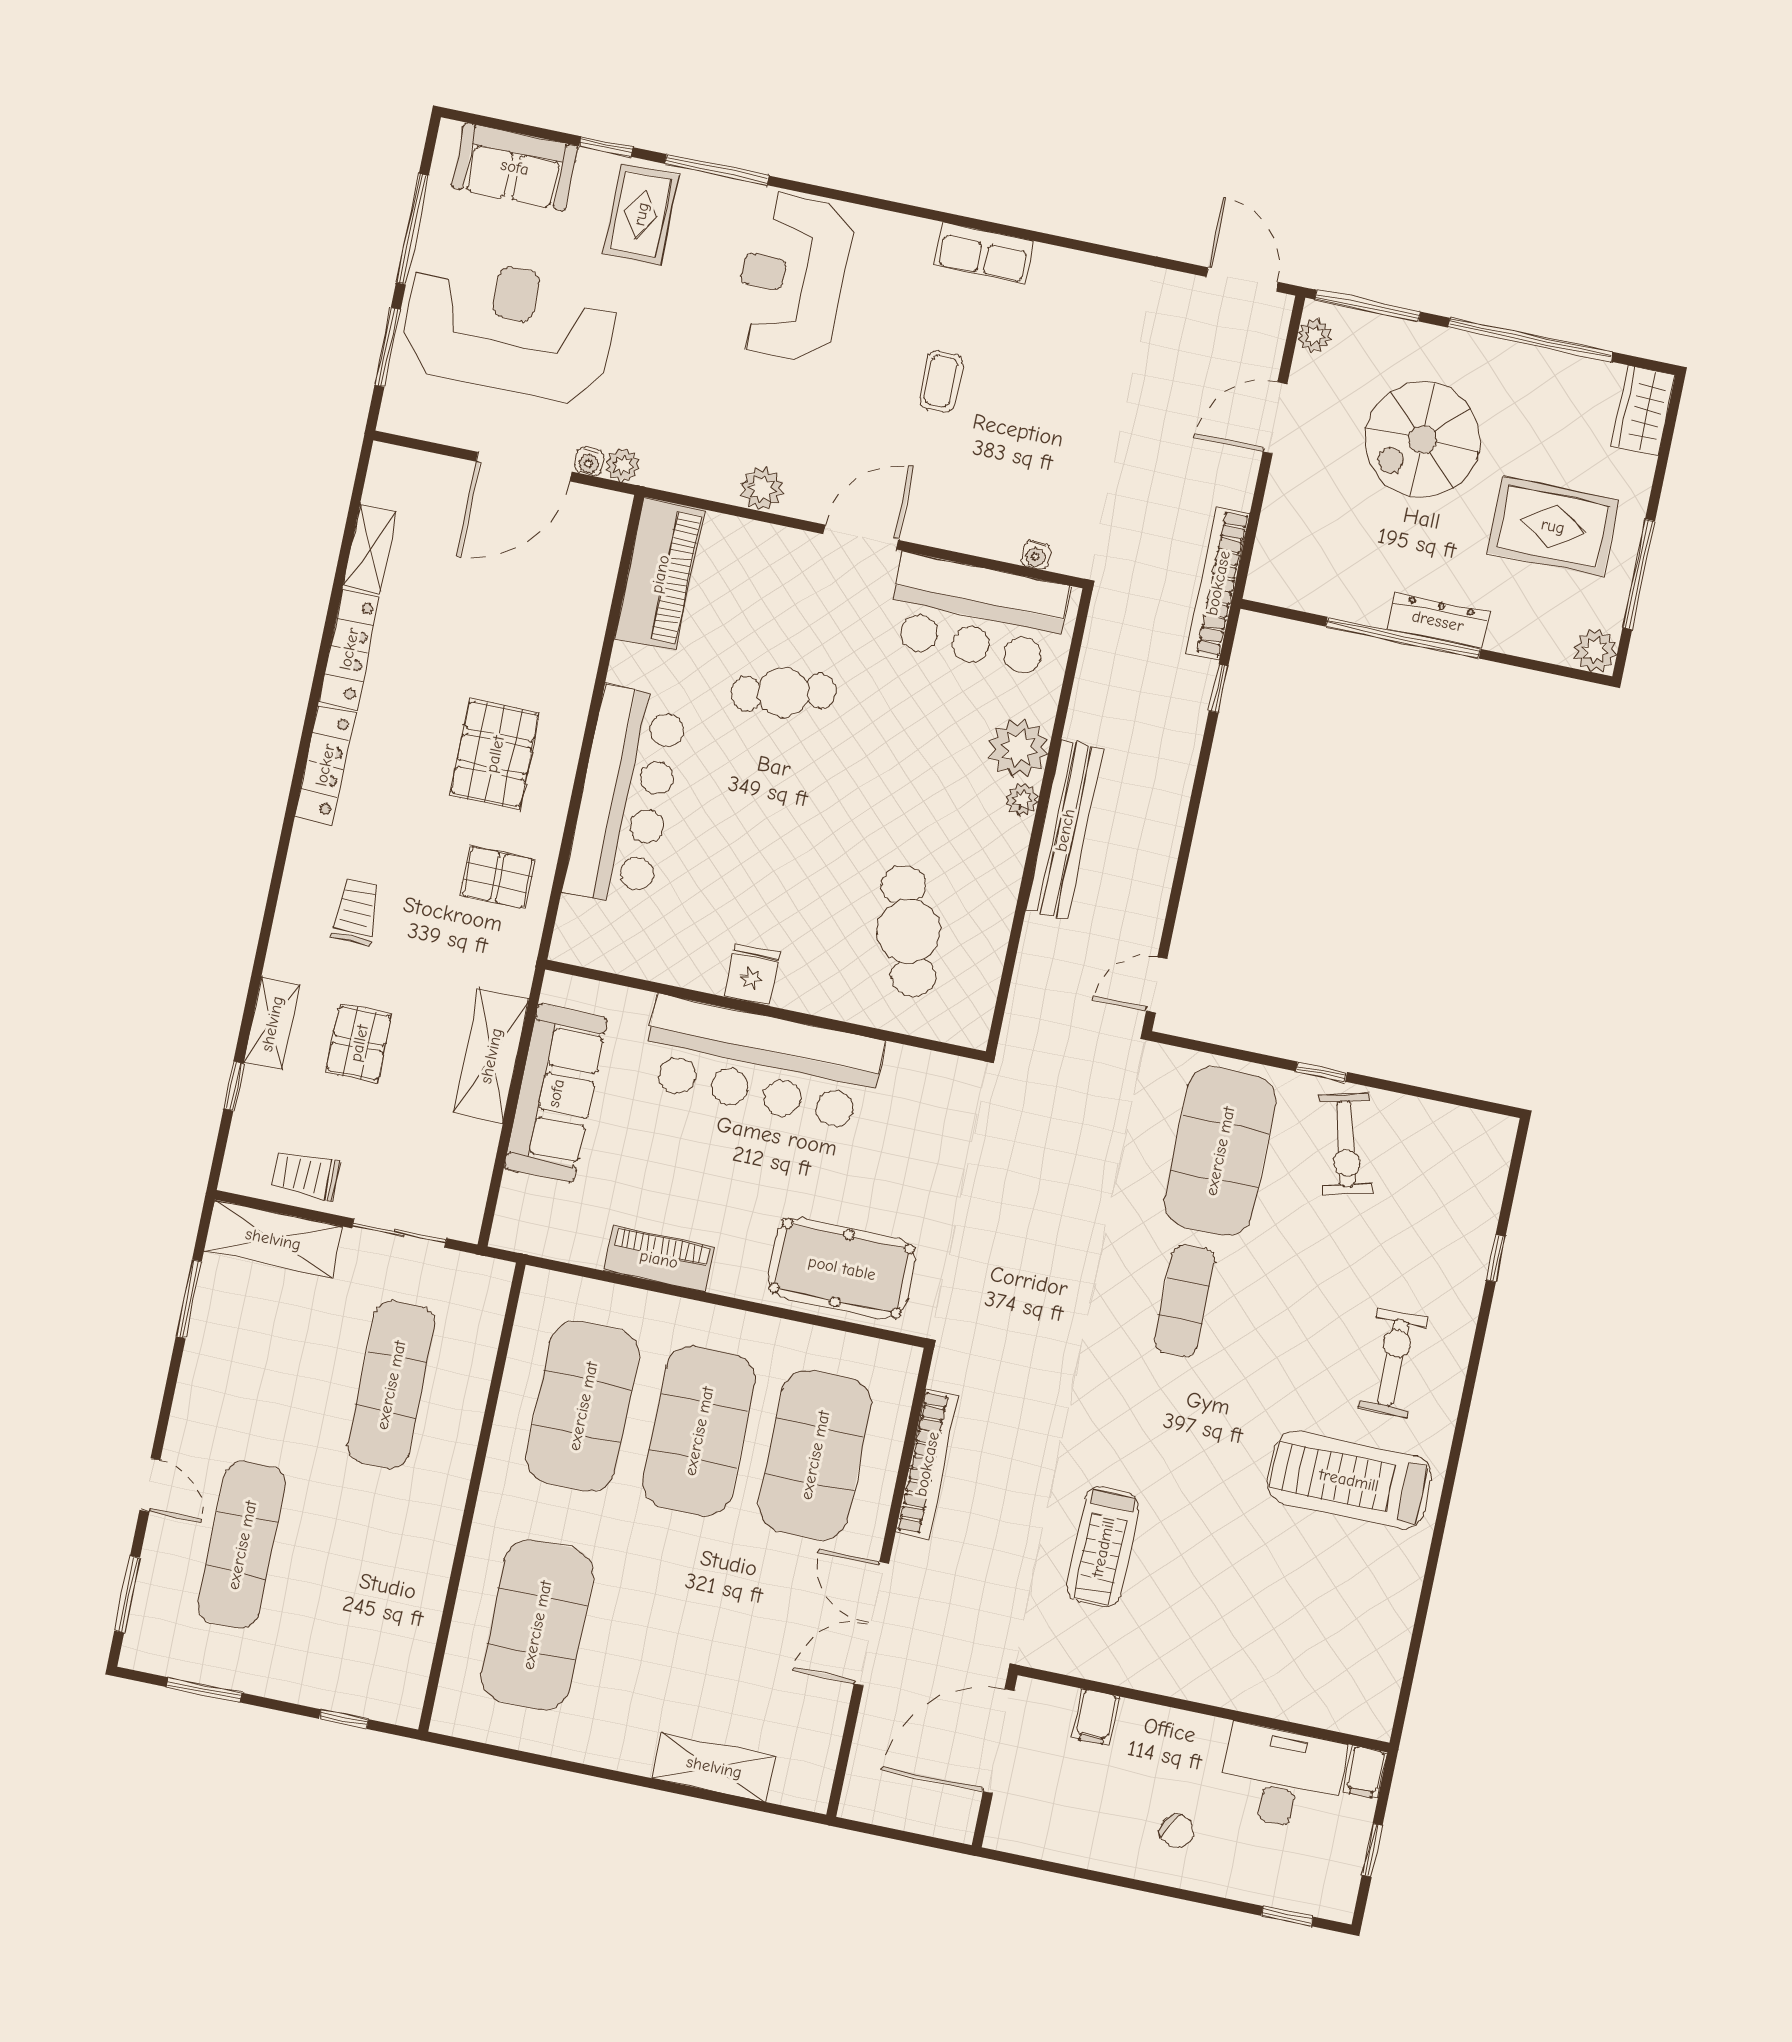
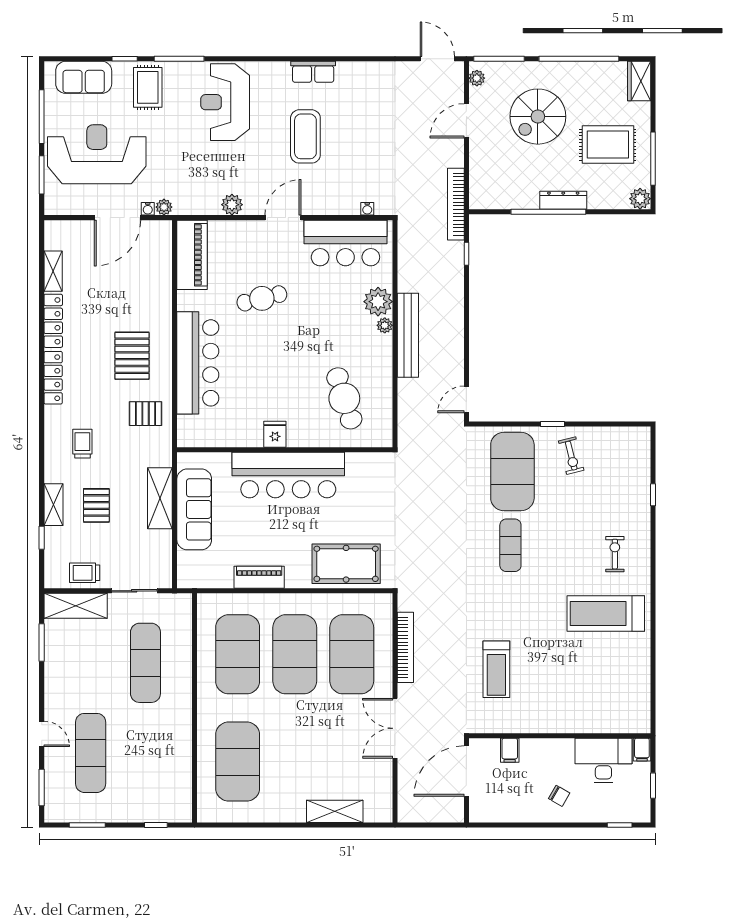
coffee table: (941, 381) -> (305, 136), width x1.86, depth x1.72
exercise bike: (1346, 1144) -> (571, 456), width x0.73, depth x0.72
exercise bike: (1393, 1363) -> (615, 554), width x0.73, depth x0.72

